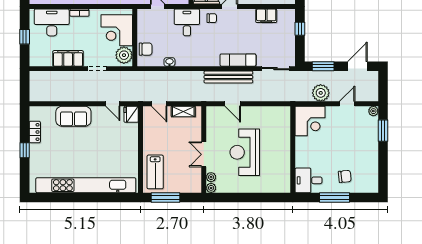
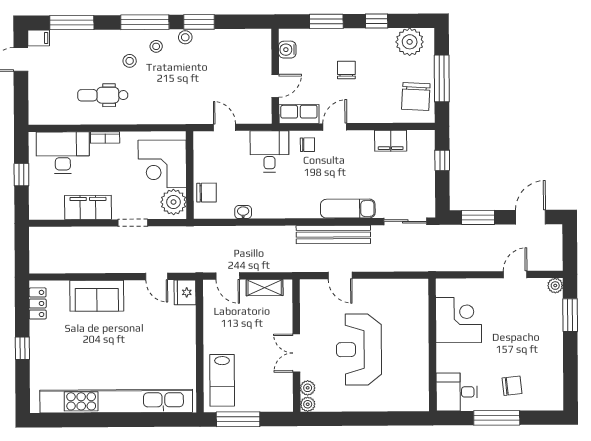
plant: (321, 93) -> (475, 258), removed
corner desk: (310, 121) -> (459, 320), moved, turned -90
locker: (35, 132) -> (38, 303), moved

